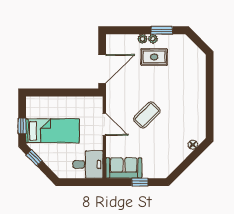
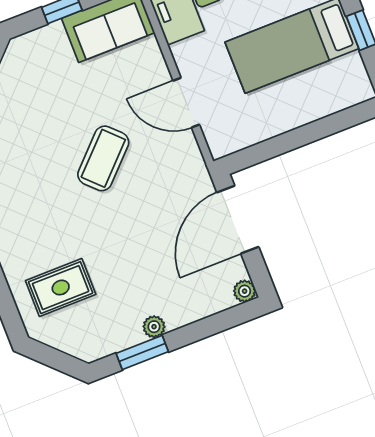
plant: (142, 39) -> (245, 291), moved
rug: (154, 57) -> (61, 288), moved

